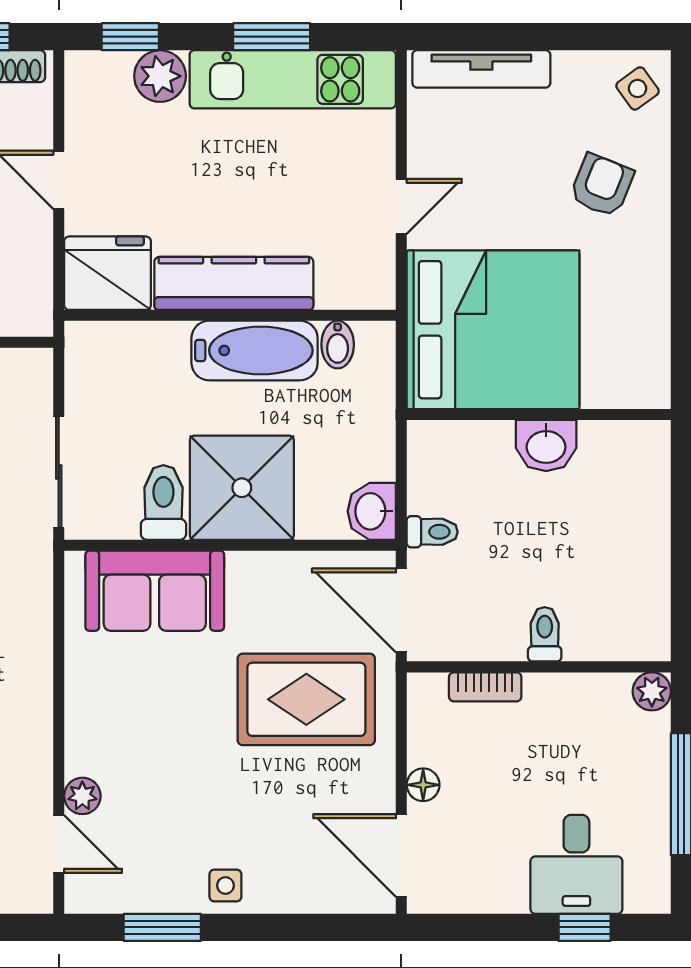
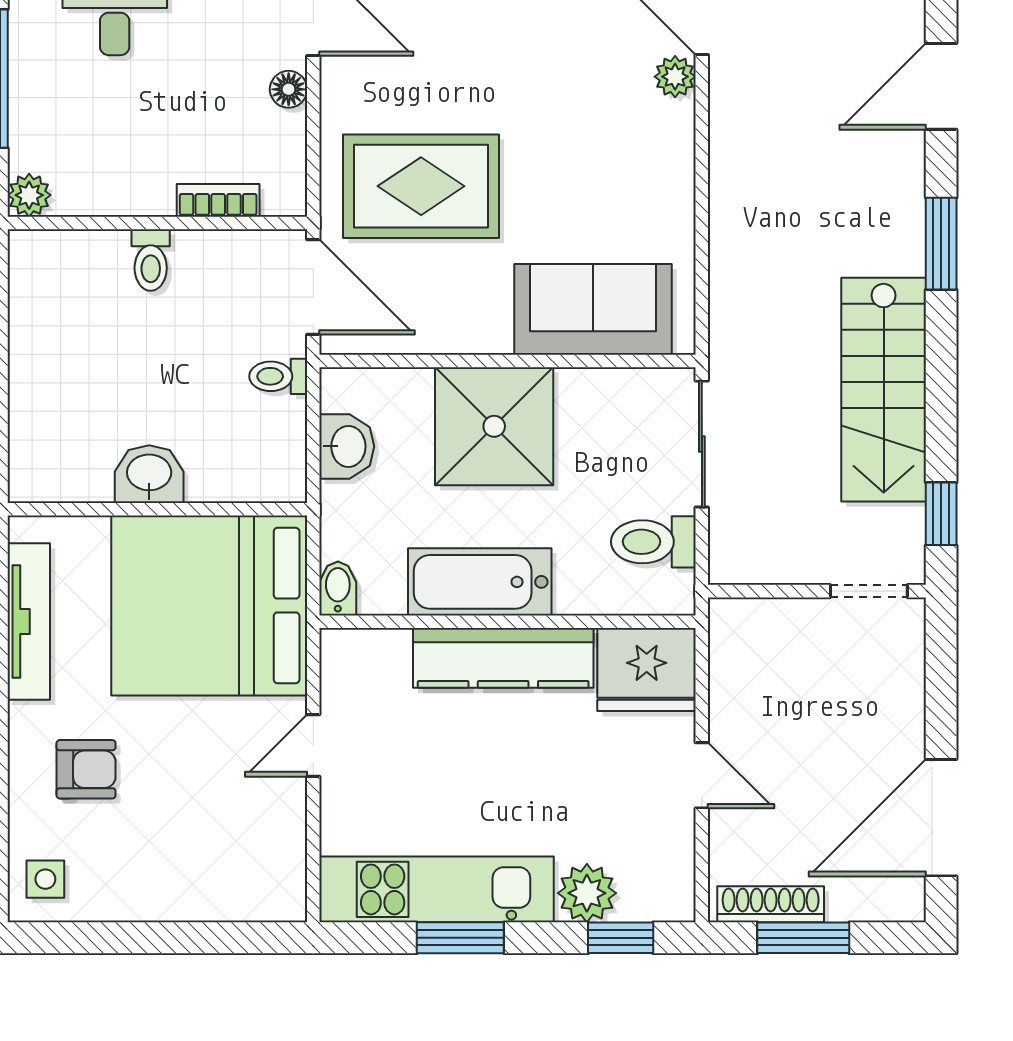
tv unit: (481, 69) -> (29, 622), moved, turned 90
side table: (638, 88) -> (45, 879), turned 36
armchair: (602, 185) -> (86, 769), turned -112
bidet: (338, 345) -> (338, 589), moved
toilet: (163, 502) -> (653, 542), moved, turned 90
washbasin: (372, 511) -> (347, 446), moved

